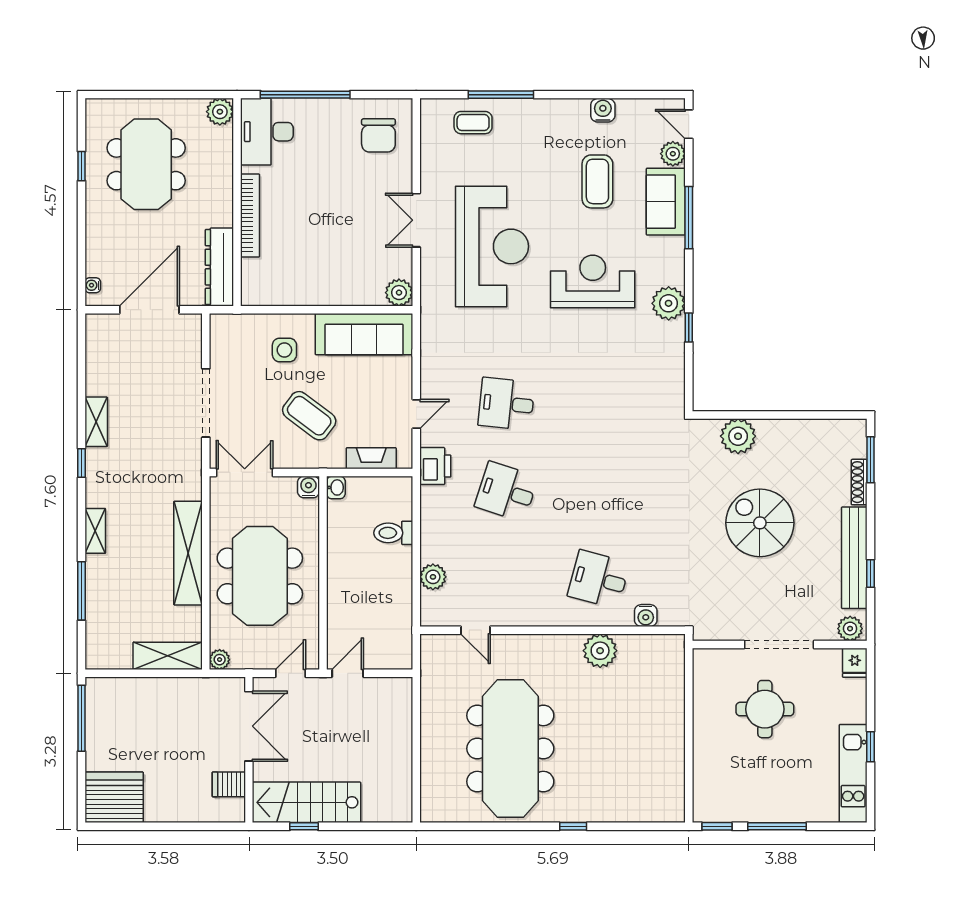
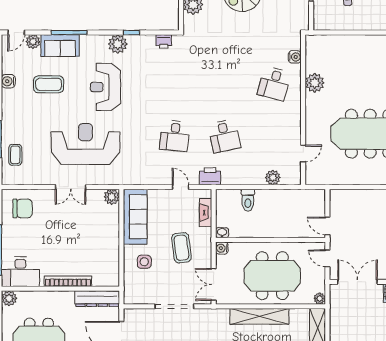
printer: (673, 384) -> (164, 41), added
coffee table: (309, 416) -> (181, 248), turned -44
desk: (506, 492) -> (224, 136), turned -30

